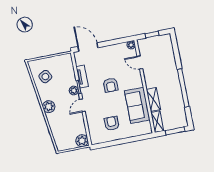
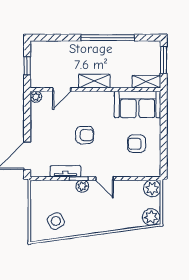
shelving: (153, 99) -> (94, 81), moved
sofa: (137, 105) -> (138, 104), moved
plant: (49, 107) -> (151, 217), moved

